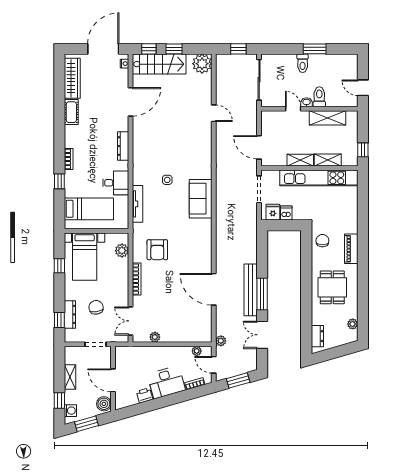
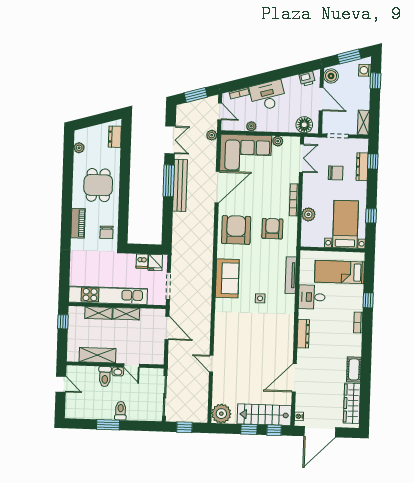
armchair: (193, 247) -> (236, 230), added
plant: (122, 251) -> (308, 214), moved
door: (214, 289) -> (217, 187), hinge flipped
chair: (96, 307) -> (336, 173), turned -82
corner sofa: (186, 324) -> (246, 153), added
plant: (197, 351) -> (251, 126), moved
floor lamp: (129, 354) -> (304, 125), added
shelving: (70, 377) -> (363, 123), moved
printer: (145, 395) -> (307, 79), moved

